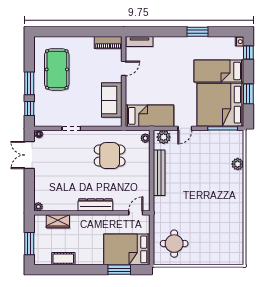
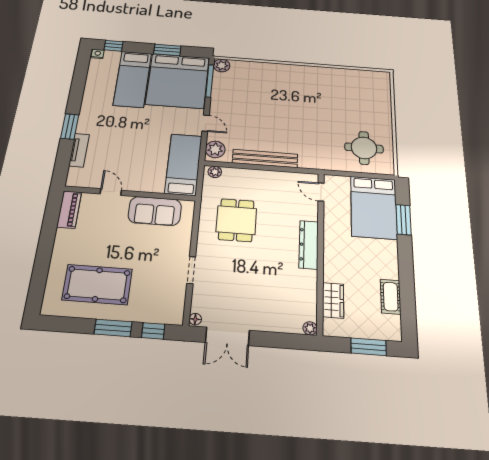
window: (198, 32) -> (70, 127), moved
tv unit: (139, 42) -> (79, 150), moved
plant: (238, 164) -> (222, 65), moved

